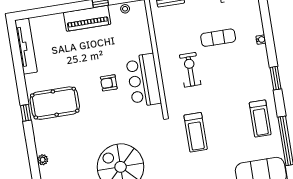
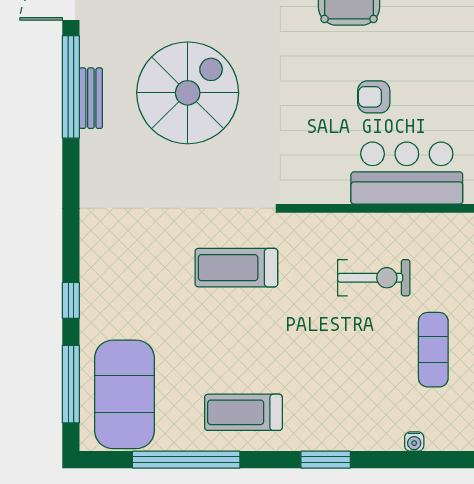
bar counter: (144, 80) -> (407, 173), moved
armchair: (109, 83) -> (374, 97), turned -90

